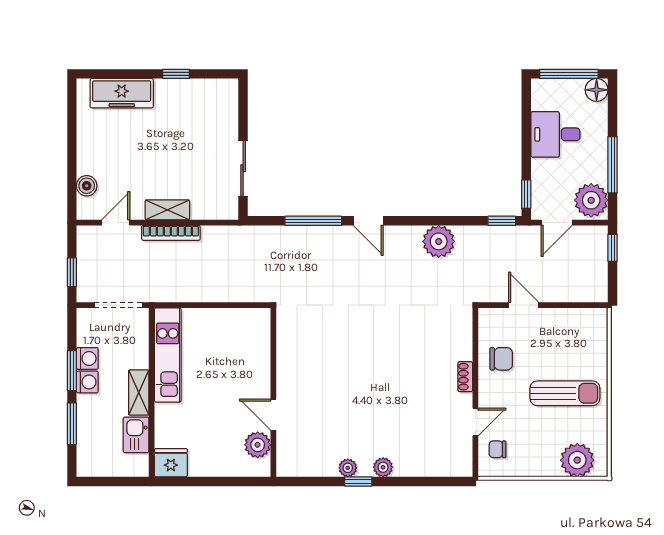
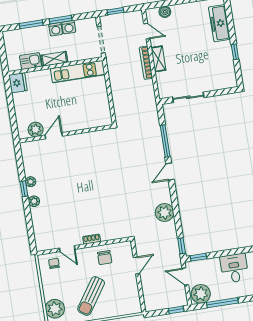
sun lounger: (565, 393) -> (91, 296), turned 34

